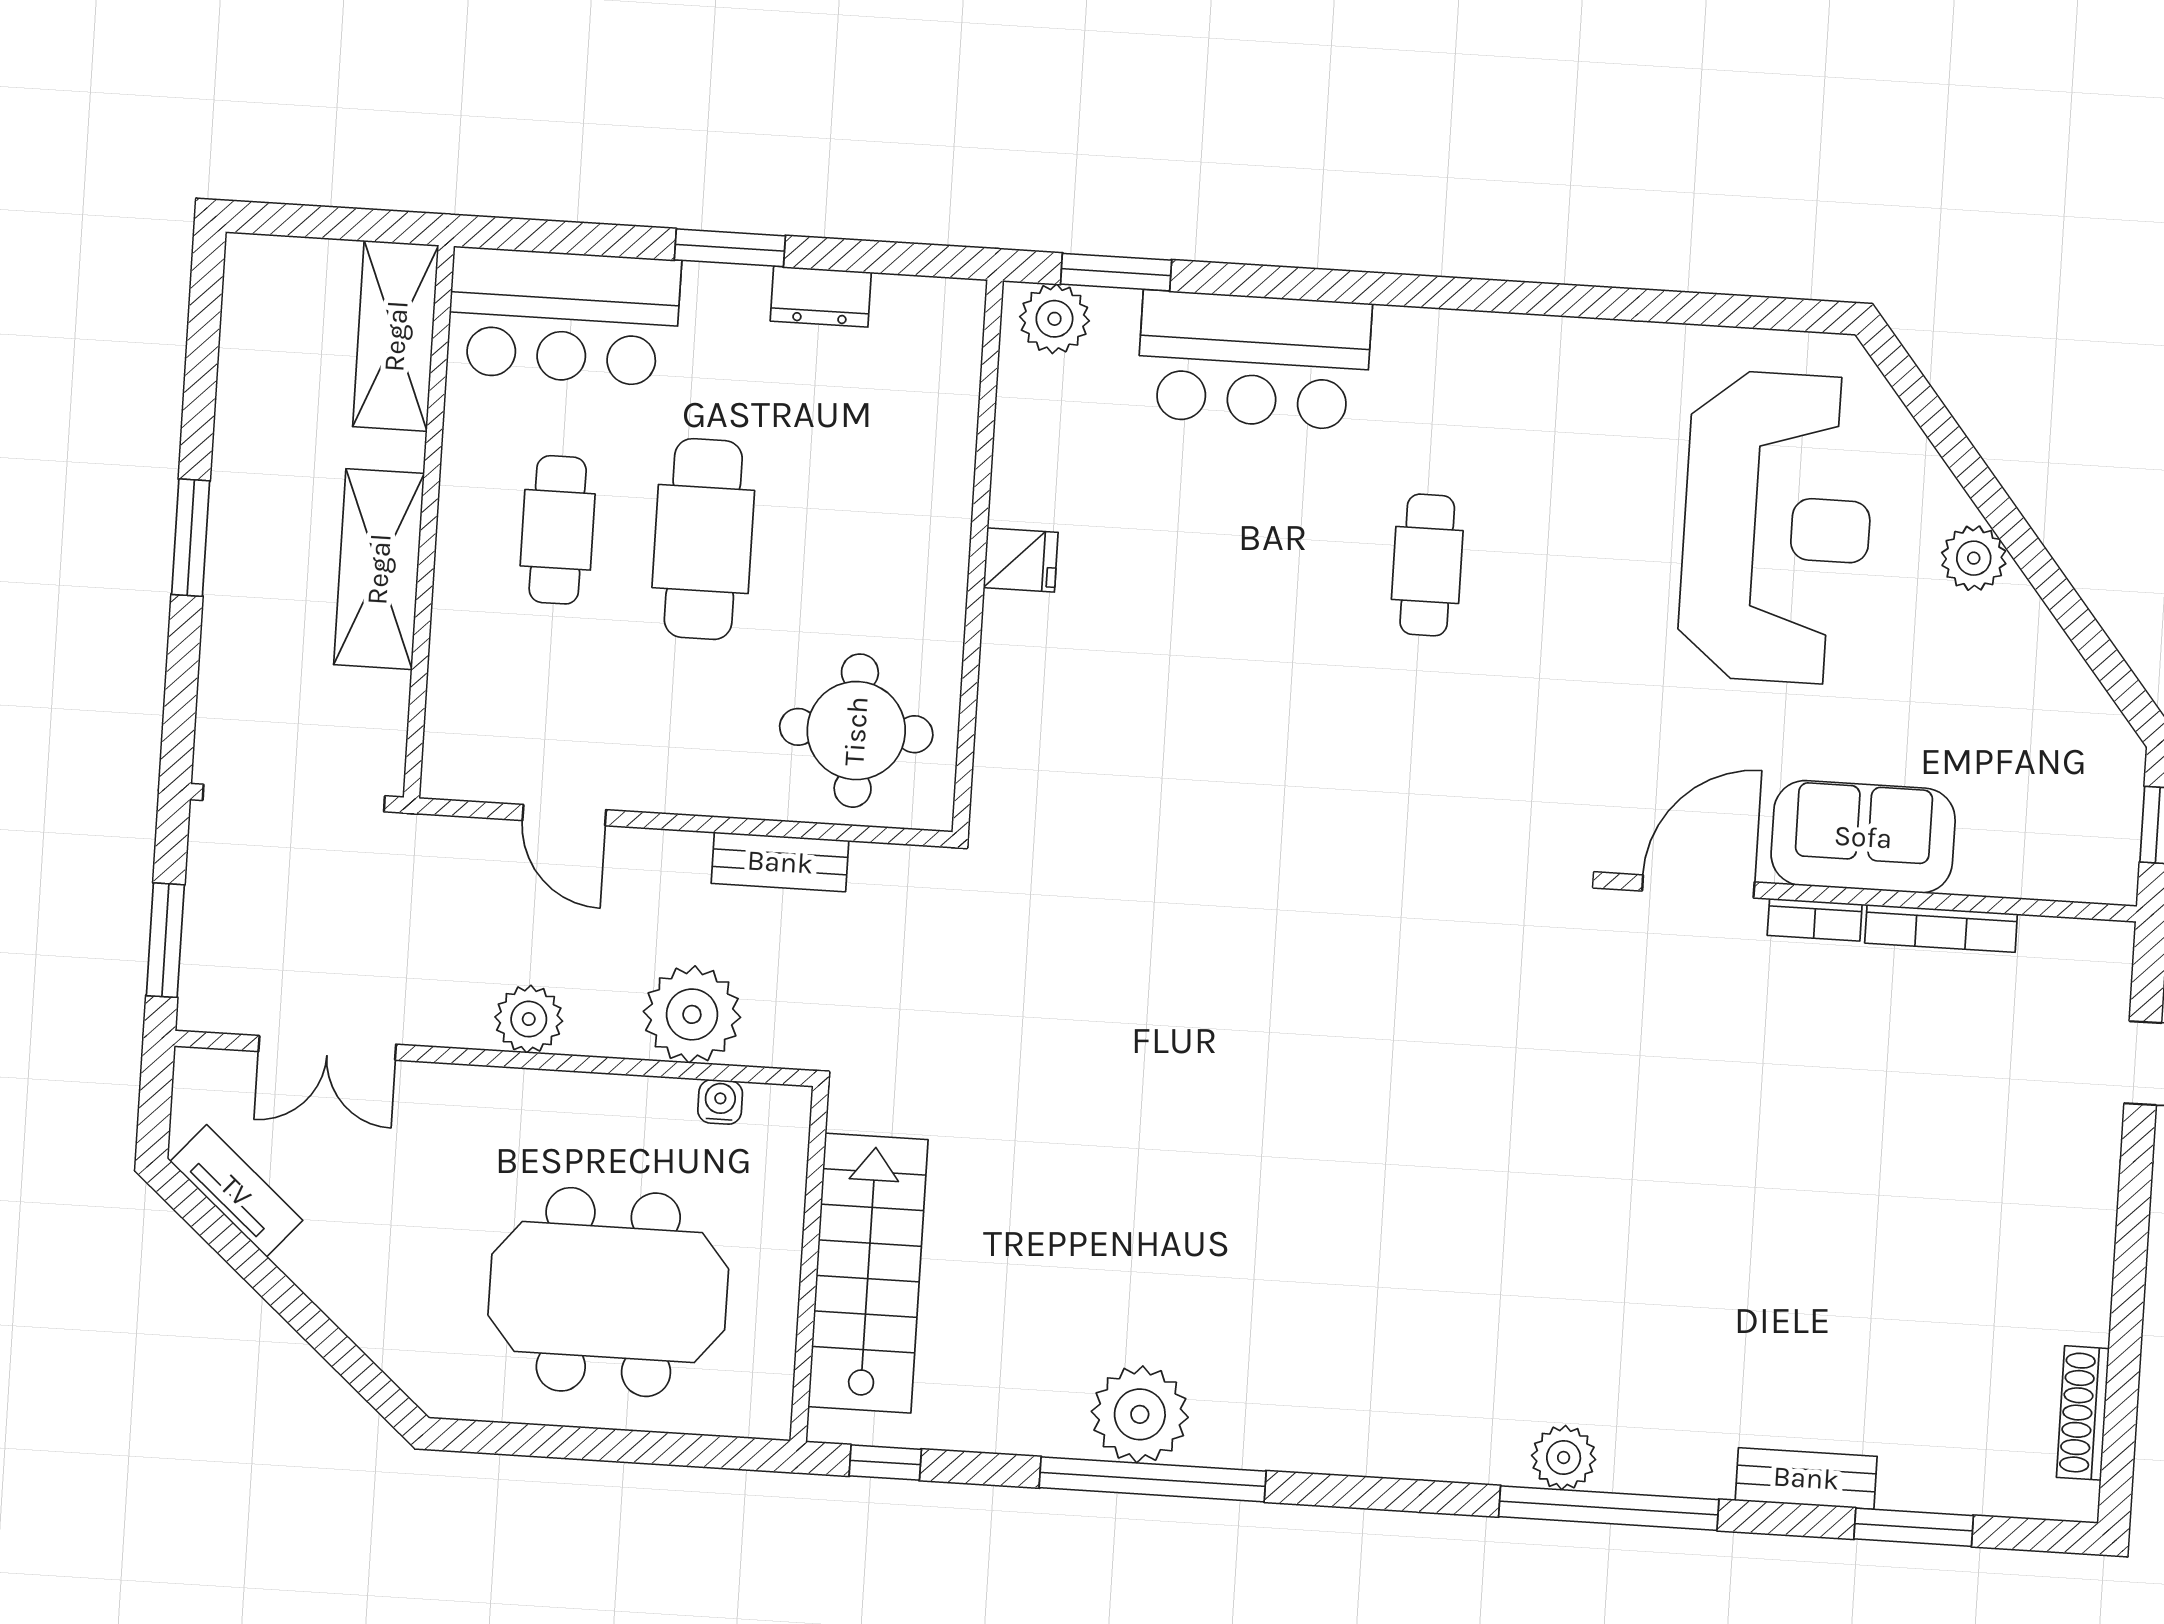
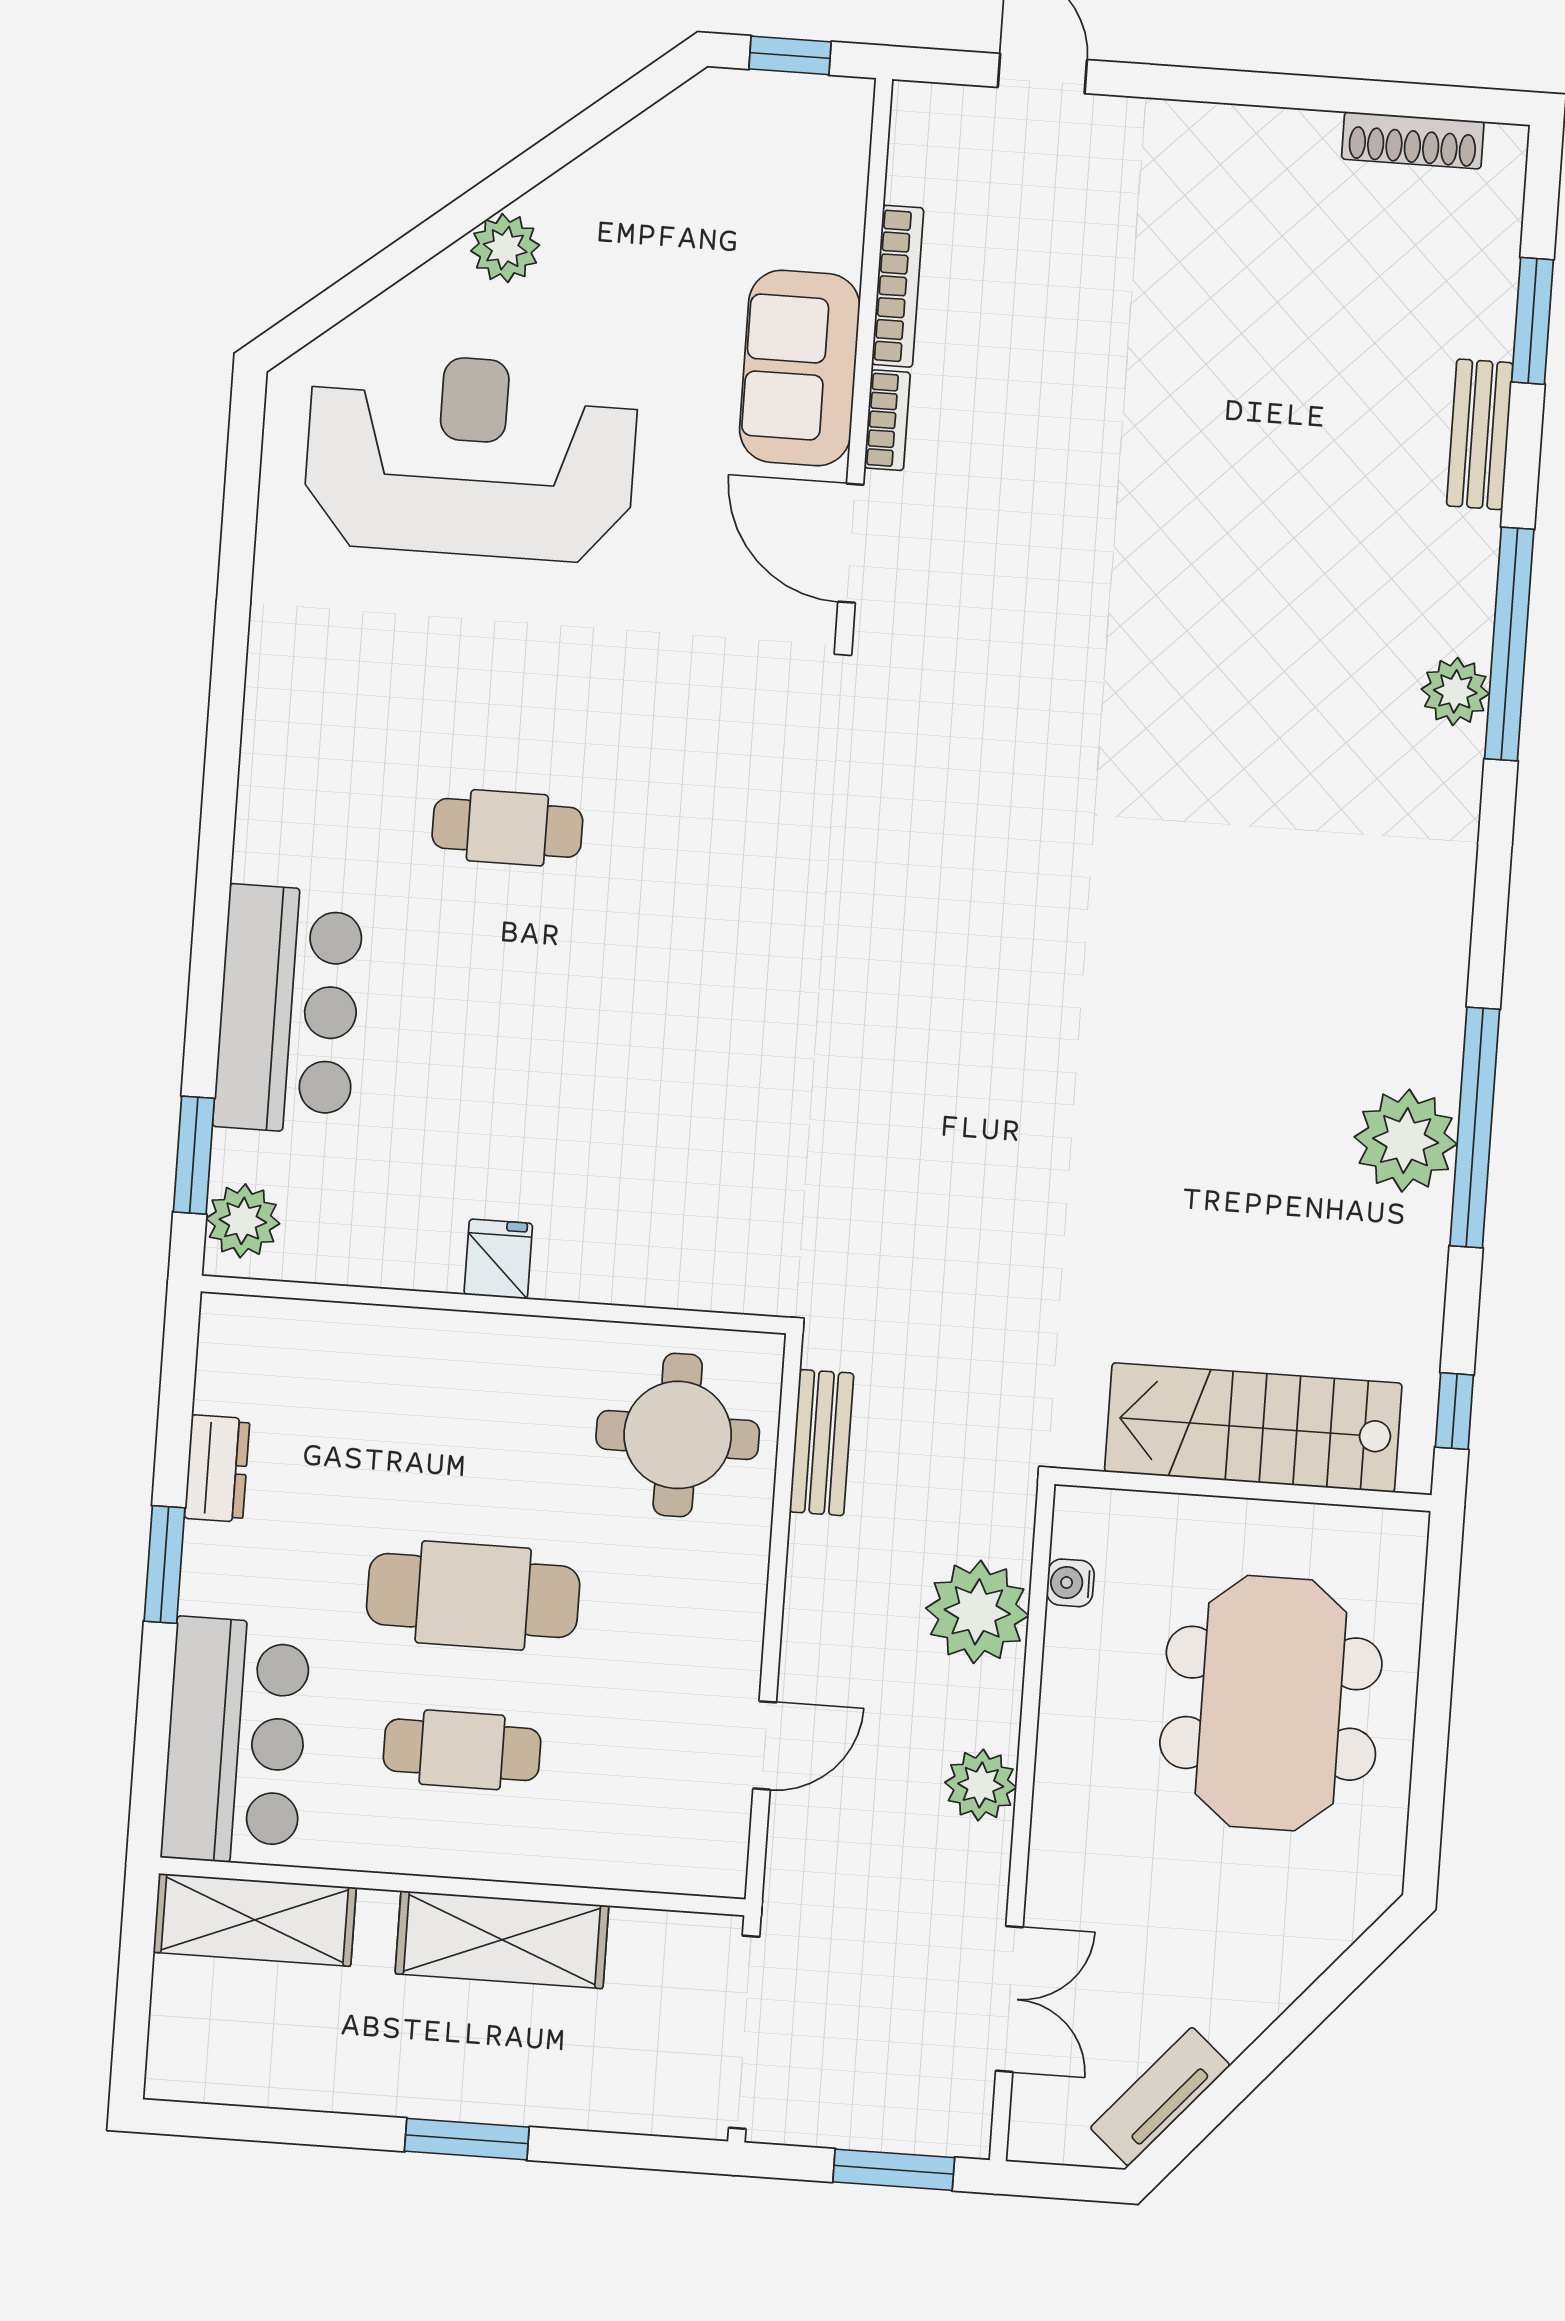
bench: (780, 862) -> (822, 1443), moved

